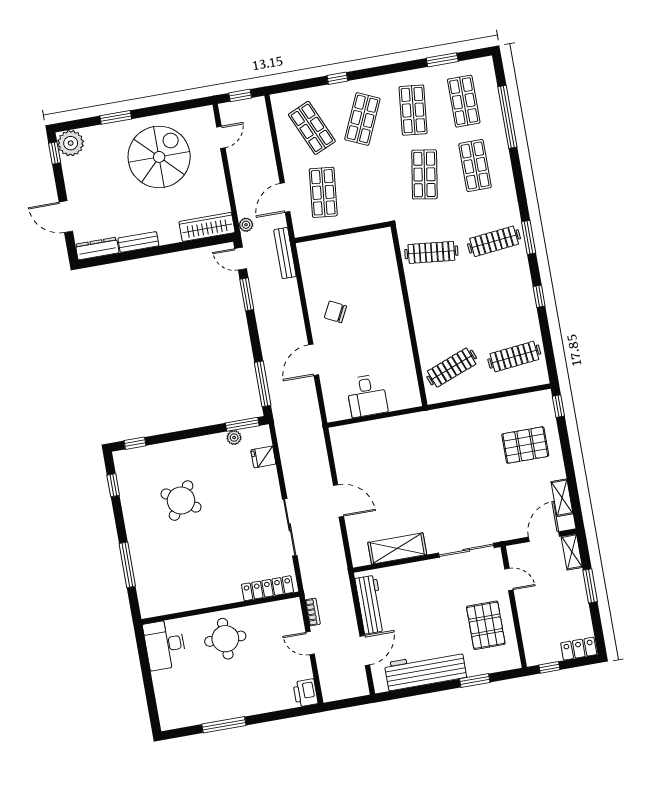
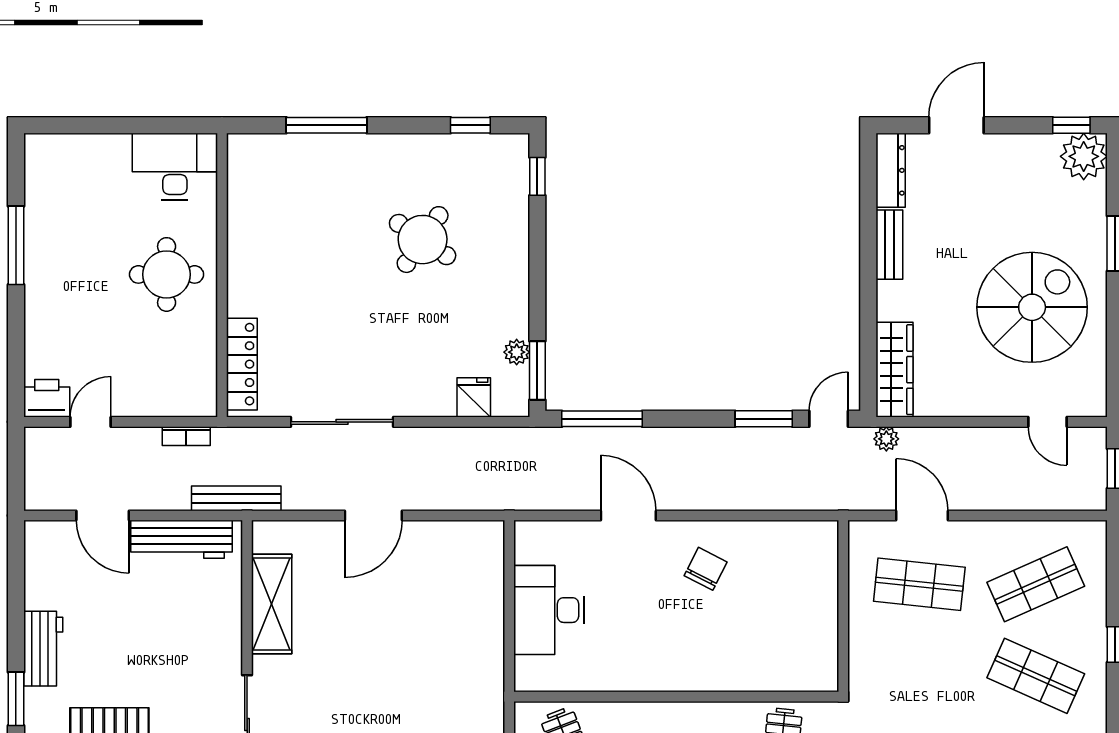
spiral stairs: (159, 157) -> (1032, 307), turned -90
bench: (285, 253) -> (236, 498), moved
desk: (367, 396) -> (549, 610), width x1.37
door: (310, 643) -> (91, 422), moved
workbench: (425, 670) -> (43, 649), width x0.53, depth x0.76

